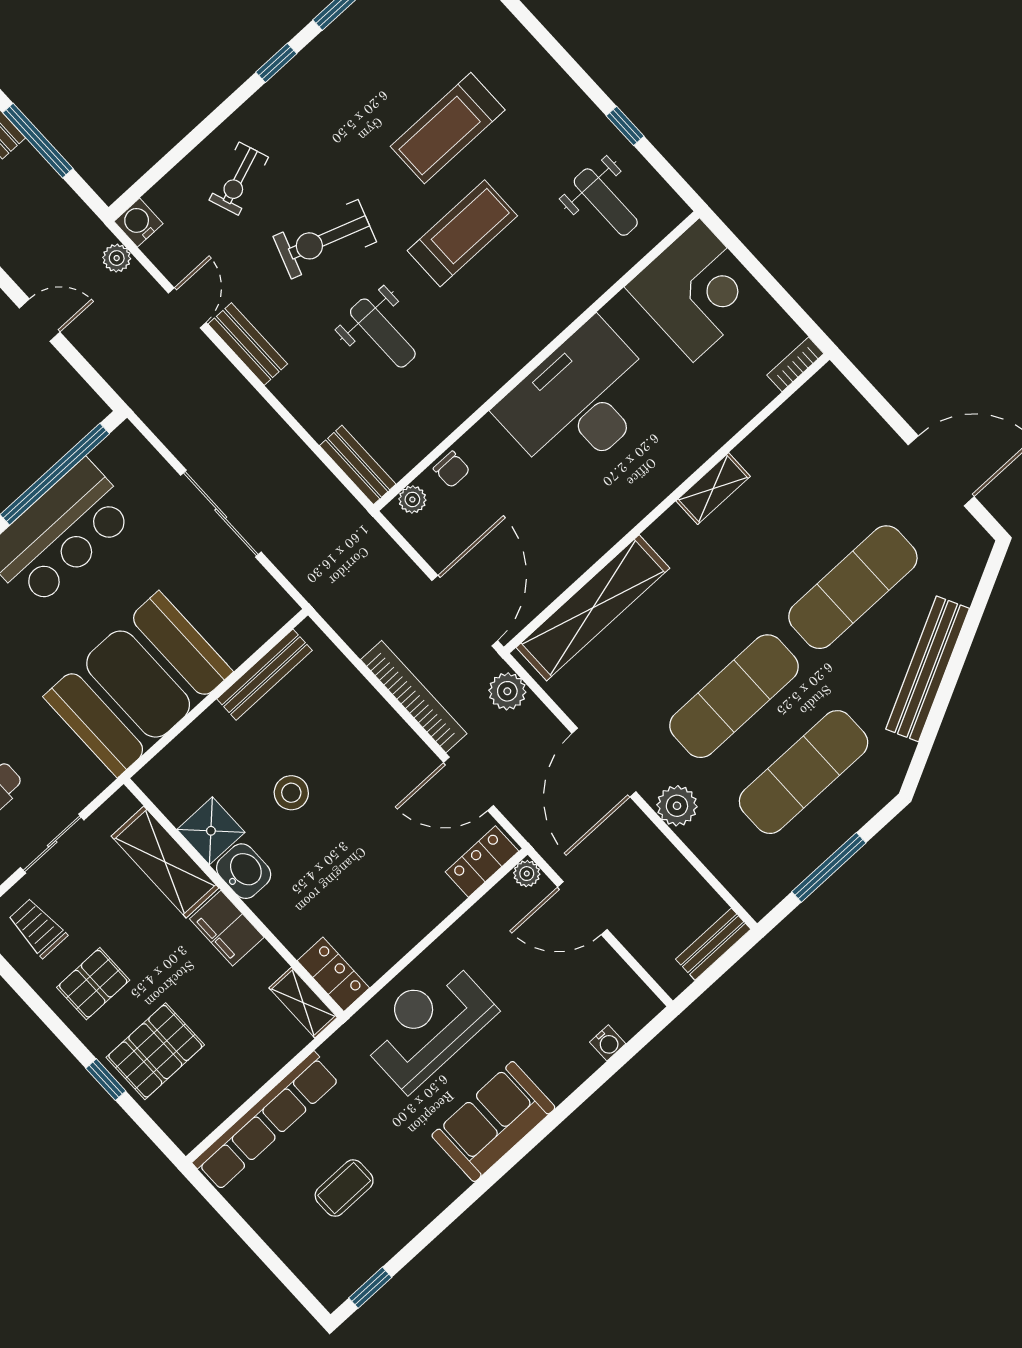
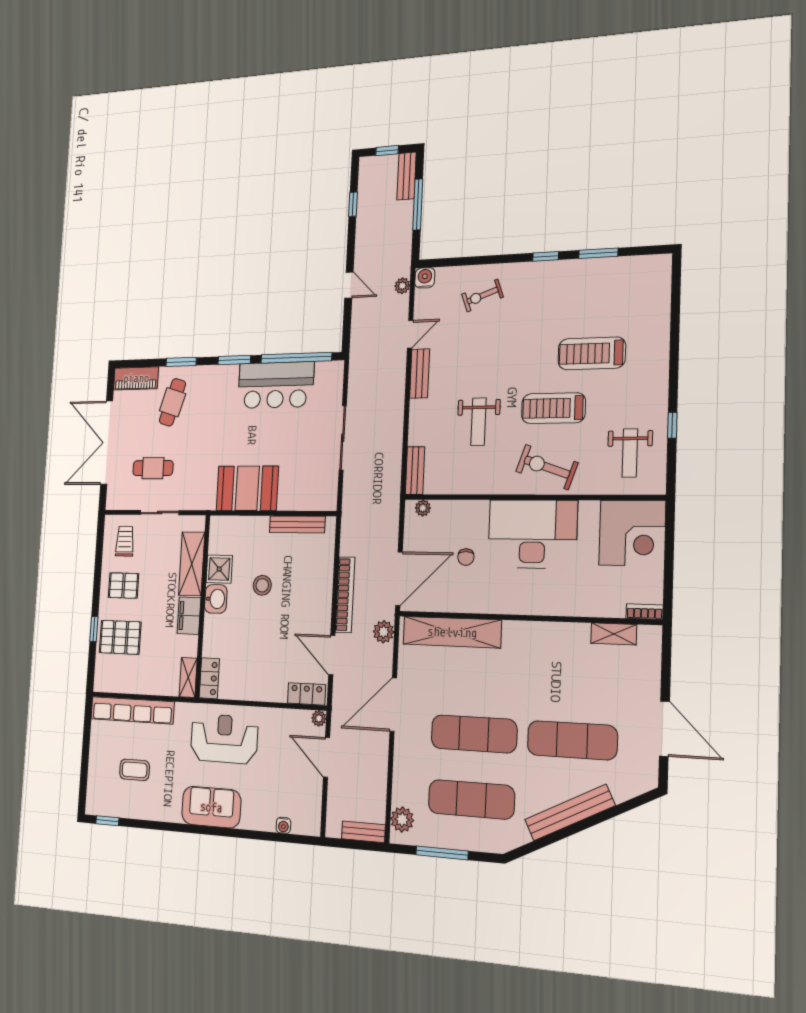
treadmill: (462, 233) -> (553, 408), turned 180
exercise bike: (325, 239) -> (547, 467), moved
chair: (452, 469) -> (466, 557), moved
shelving: (713, 489) -> (614, 634), moved
booth: (138, 684) -> (247, 488), width x0.73, depth x0.70
plant: (677, 806) -> (402, 819), moved

